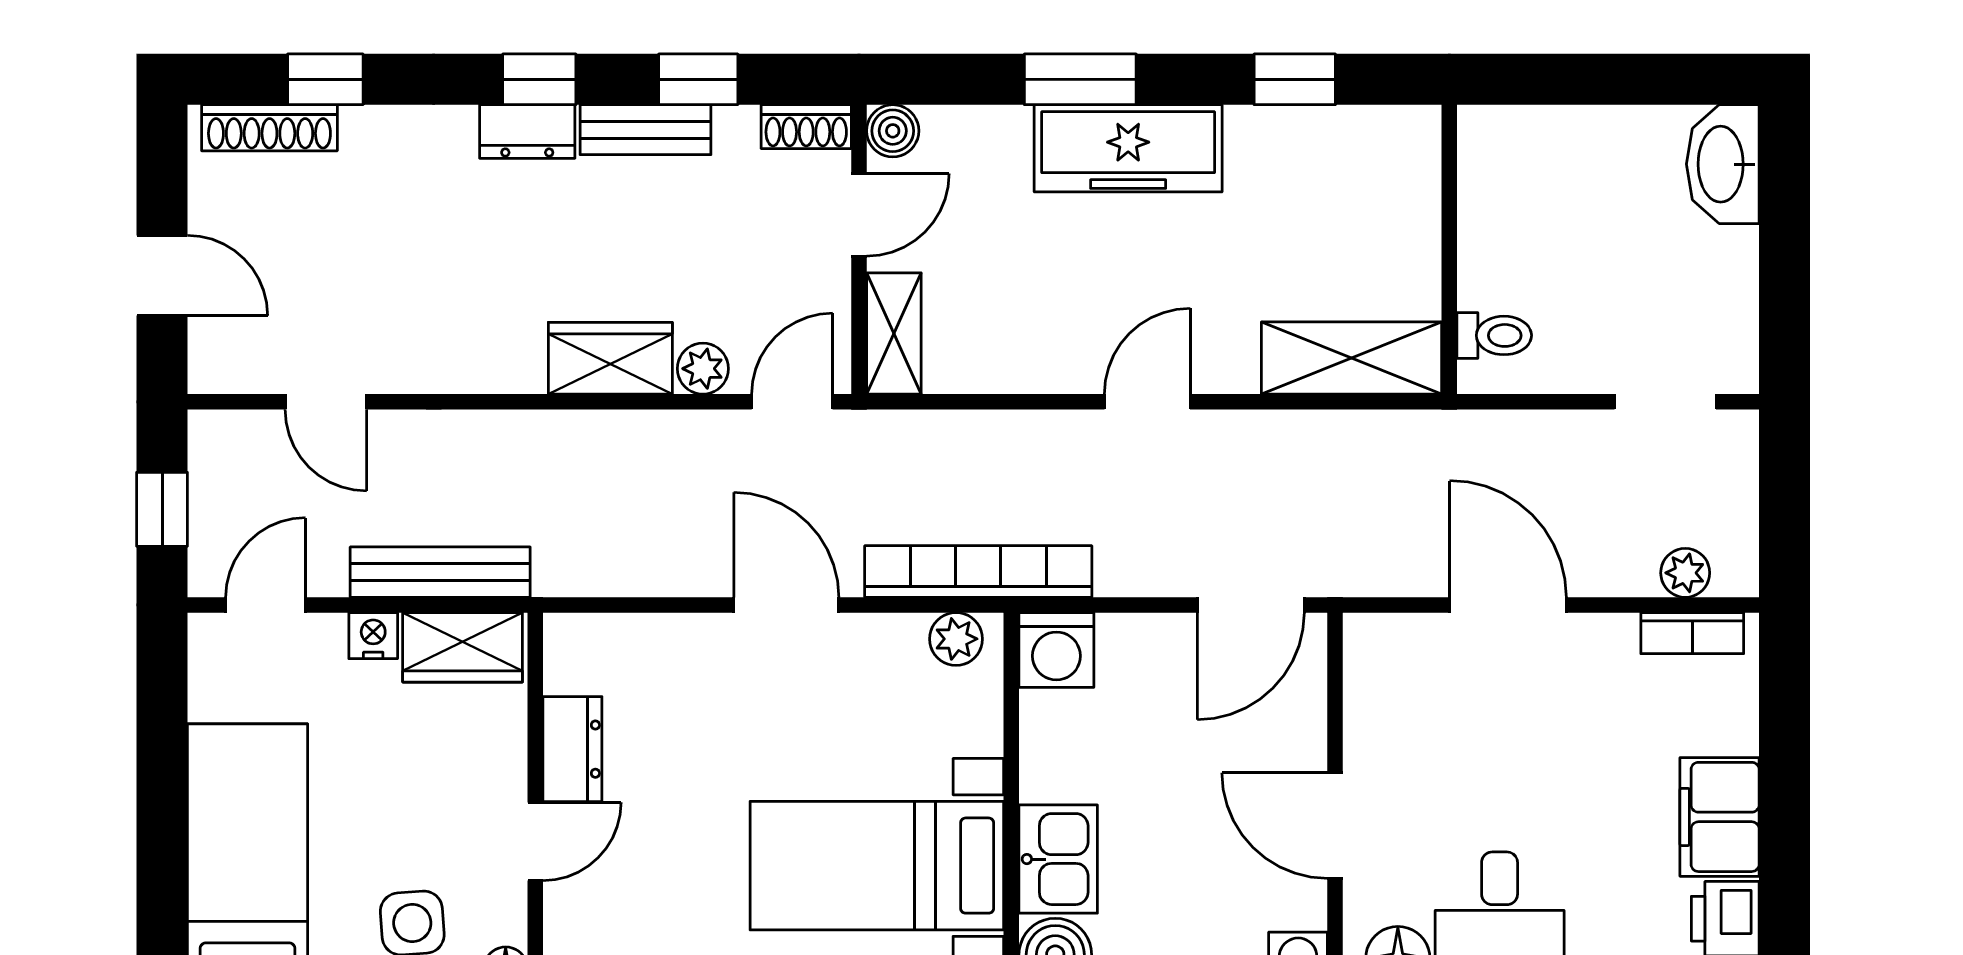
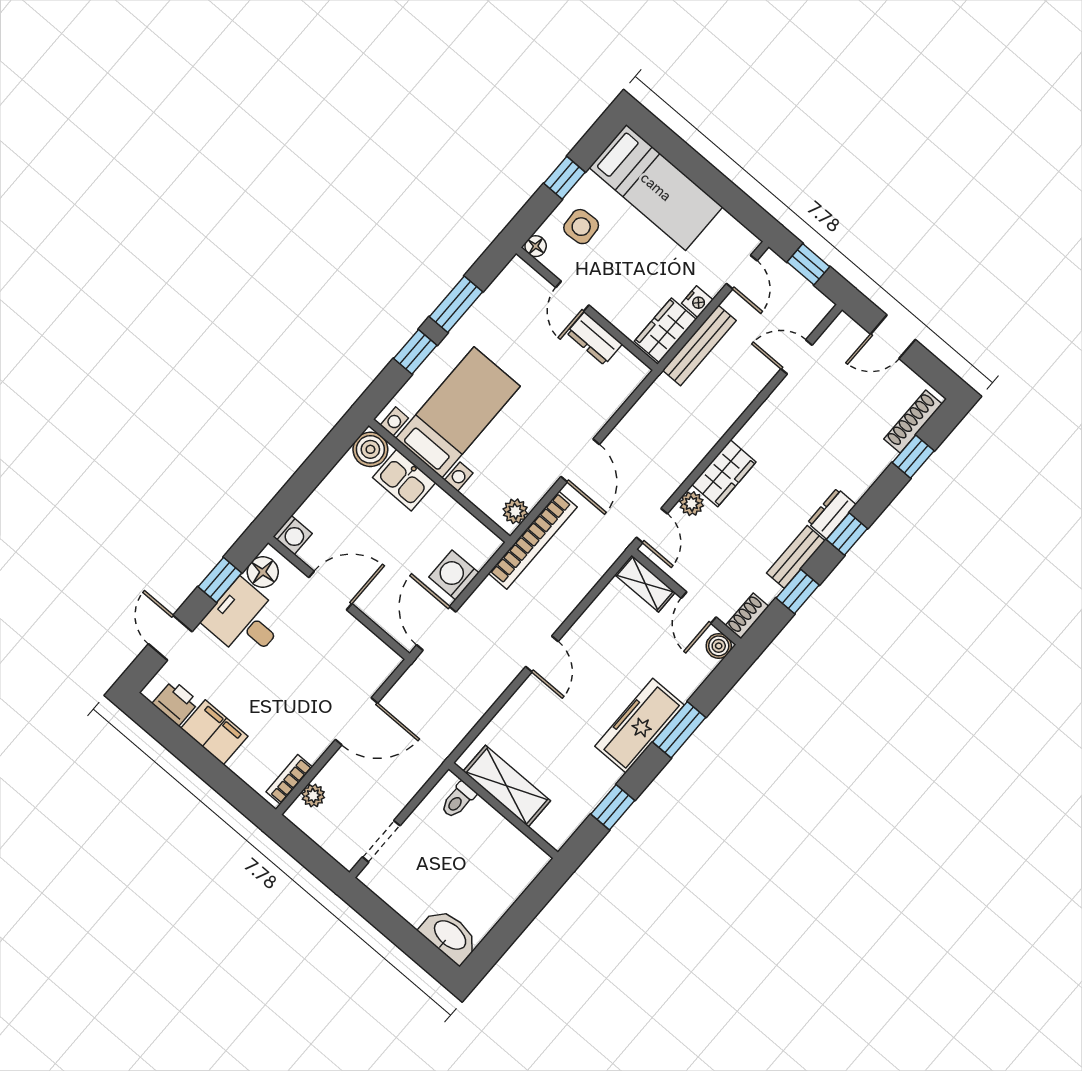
shelving: (1352, 358) -> (507, 786), moved, turned 90
door: (786, 605) -> (580, 461), hinge flipped
washing machine: (1056, 650) -> (454, 575), moved

